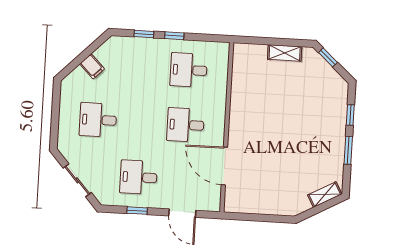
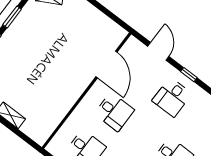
desk: (139, 177) -> (172, 97), turned 90

